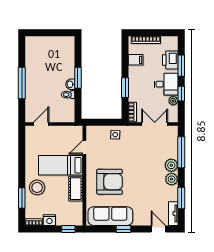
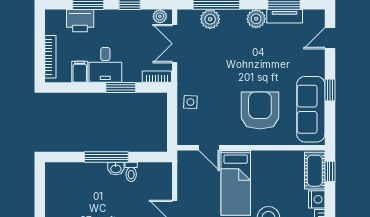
window: (78, 78) -> (106, 157), width x1.44
desk: (166, 84) -> (105, 65), moved, turned 180
plant: (173, 101) -> (160, 16), moved
plant: (171, 165) -> (210, 19), moved
cot: (76, 189) -> (315, 171), moved, turned 90
tv unit: (173, 214) -> (285, 16), moved

